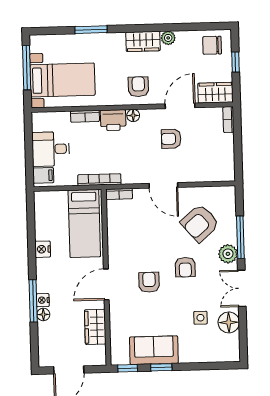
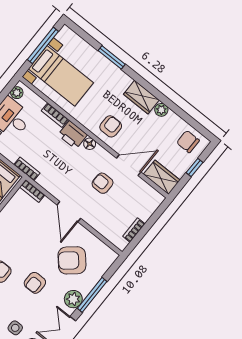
bookcase: (228, 120) -> (134, 230), moved
plant: (38, 124) -> (17, 93), added
bookcase: (99, 180) -> (27, 169), width x0.64

